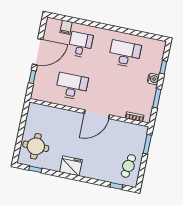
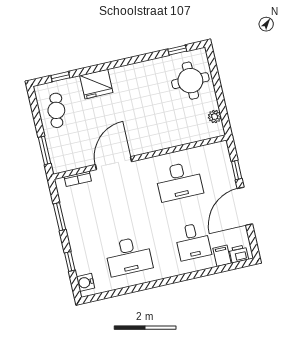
printer: (55, 24) -> (239, 254), added
water cooler: (153, 79) -> (85, 282), moved
door: (97, 114) -> (114, 163), moved
plant: (31, 117) -> (215, 117), added
fridge: (71, 166) -> (96, 84), moved

